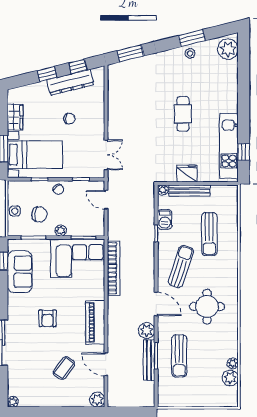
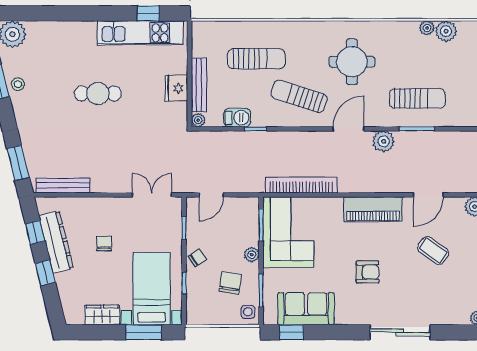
side table: (15, 211) -> (248, 312), moved
bench: (149, 360) -> (63, 185), moved

